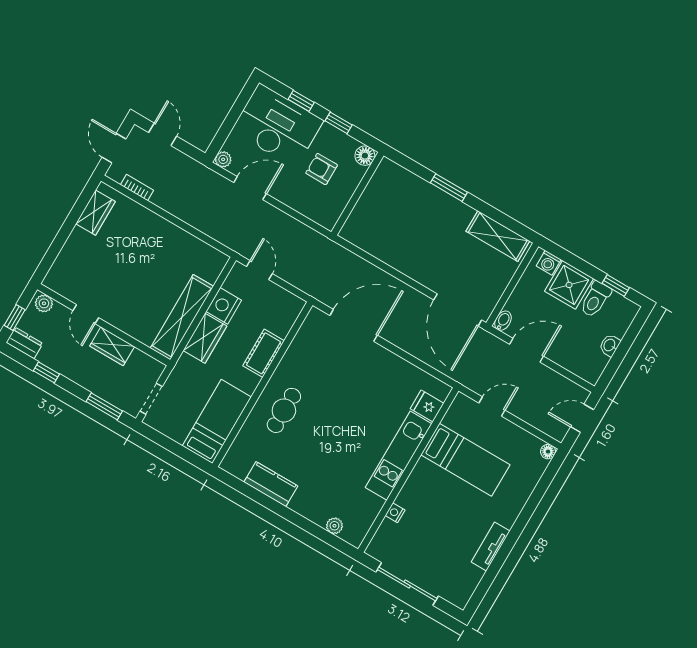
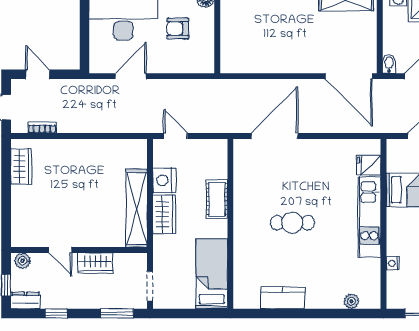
plant: (223, 159) -> (97, 66), removed
cafe table: (284, 410) -> (292, 223), moved, turned 90

